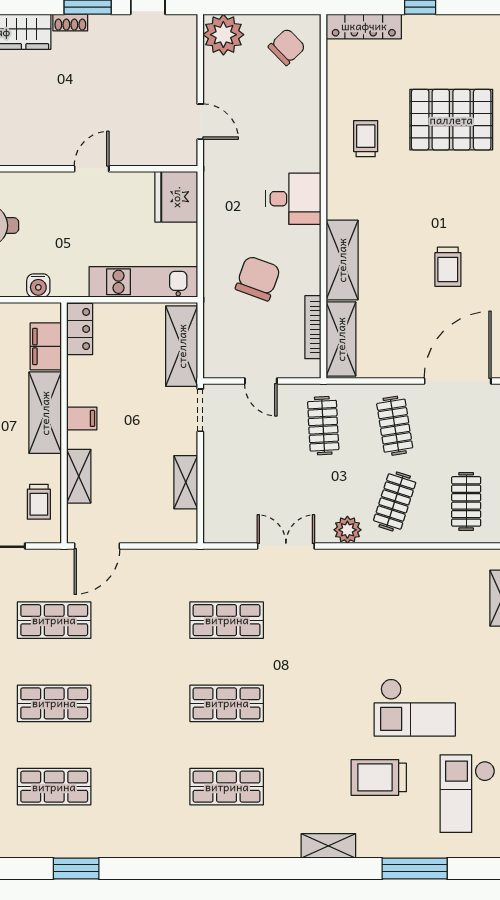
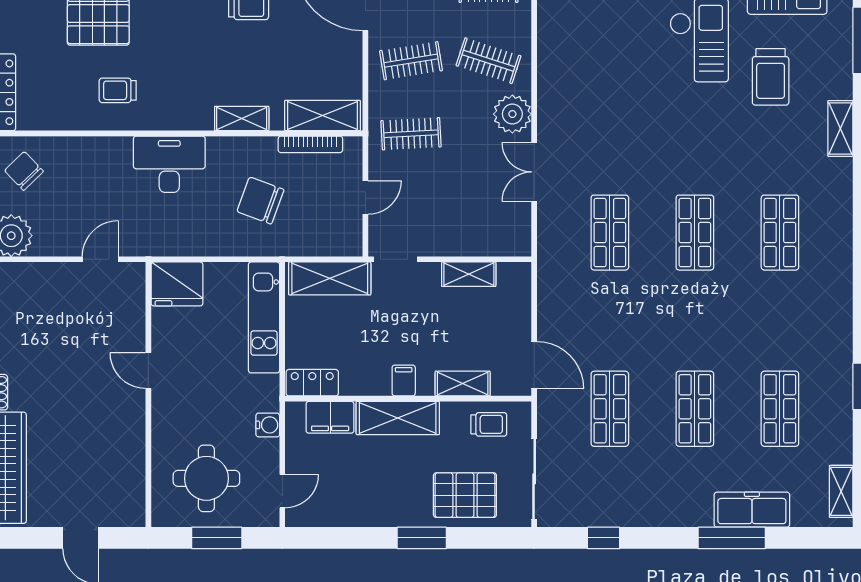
desk: (293, 199) -> (169, 164), width x1.37
shelving: (342, 260) -> (242, 119), width x0.67, depth x0.75
plant: (347, 530) -> (512, 114), width x1.36, depth x1.36

